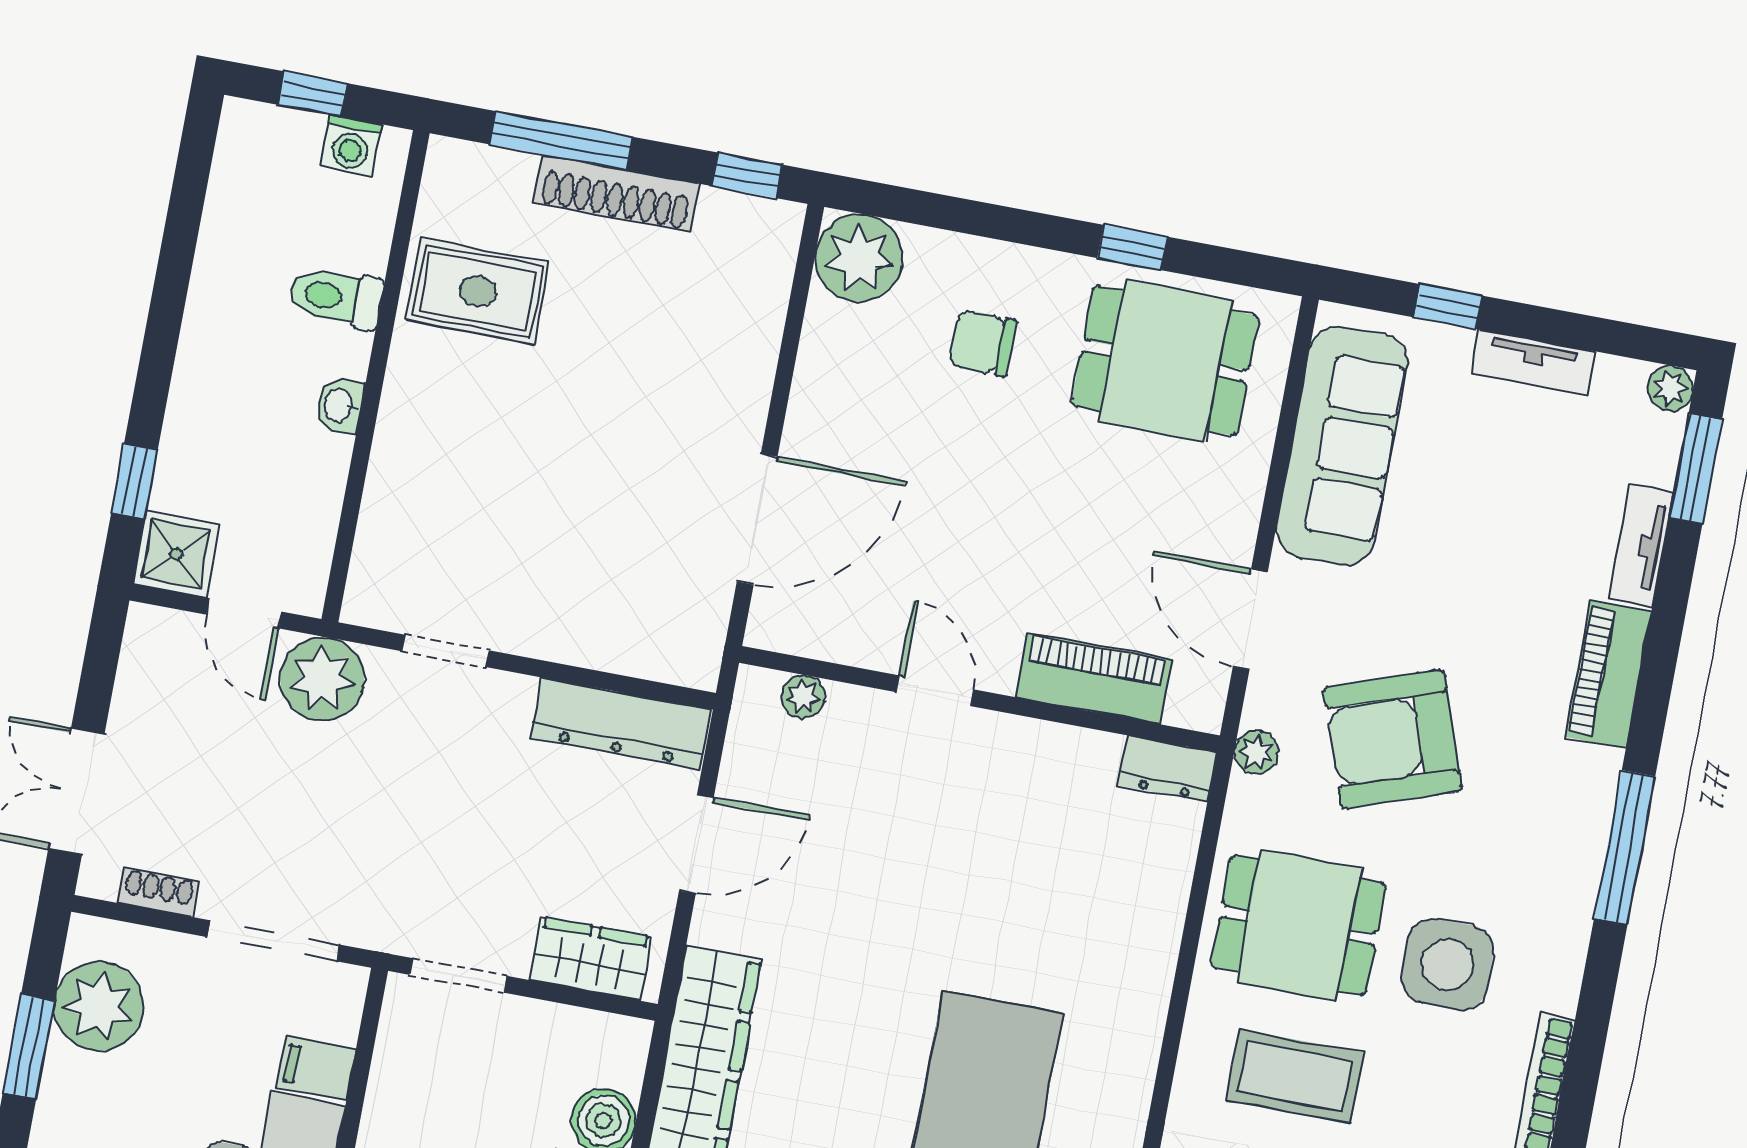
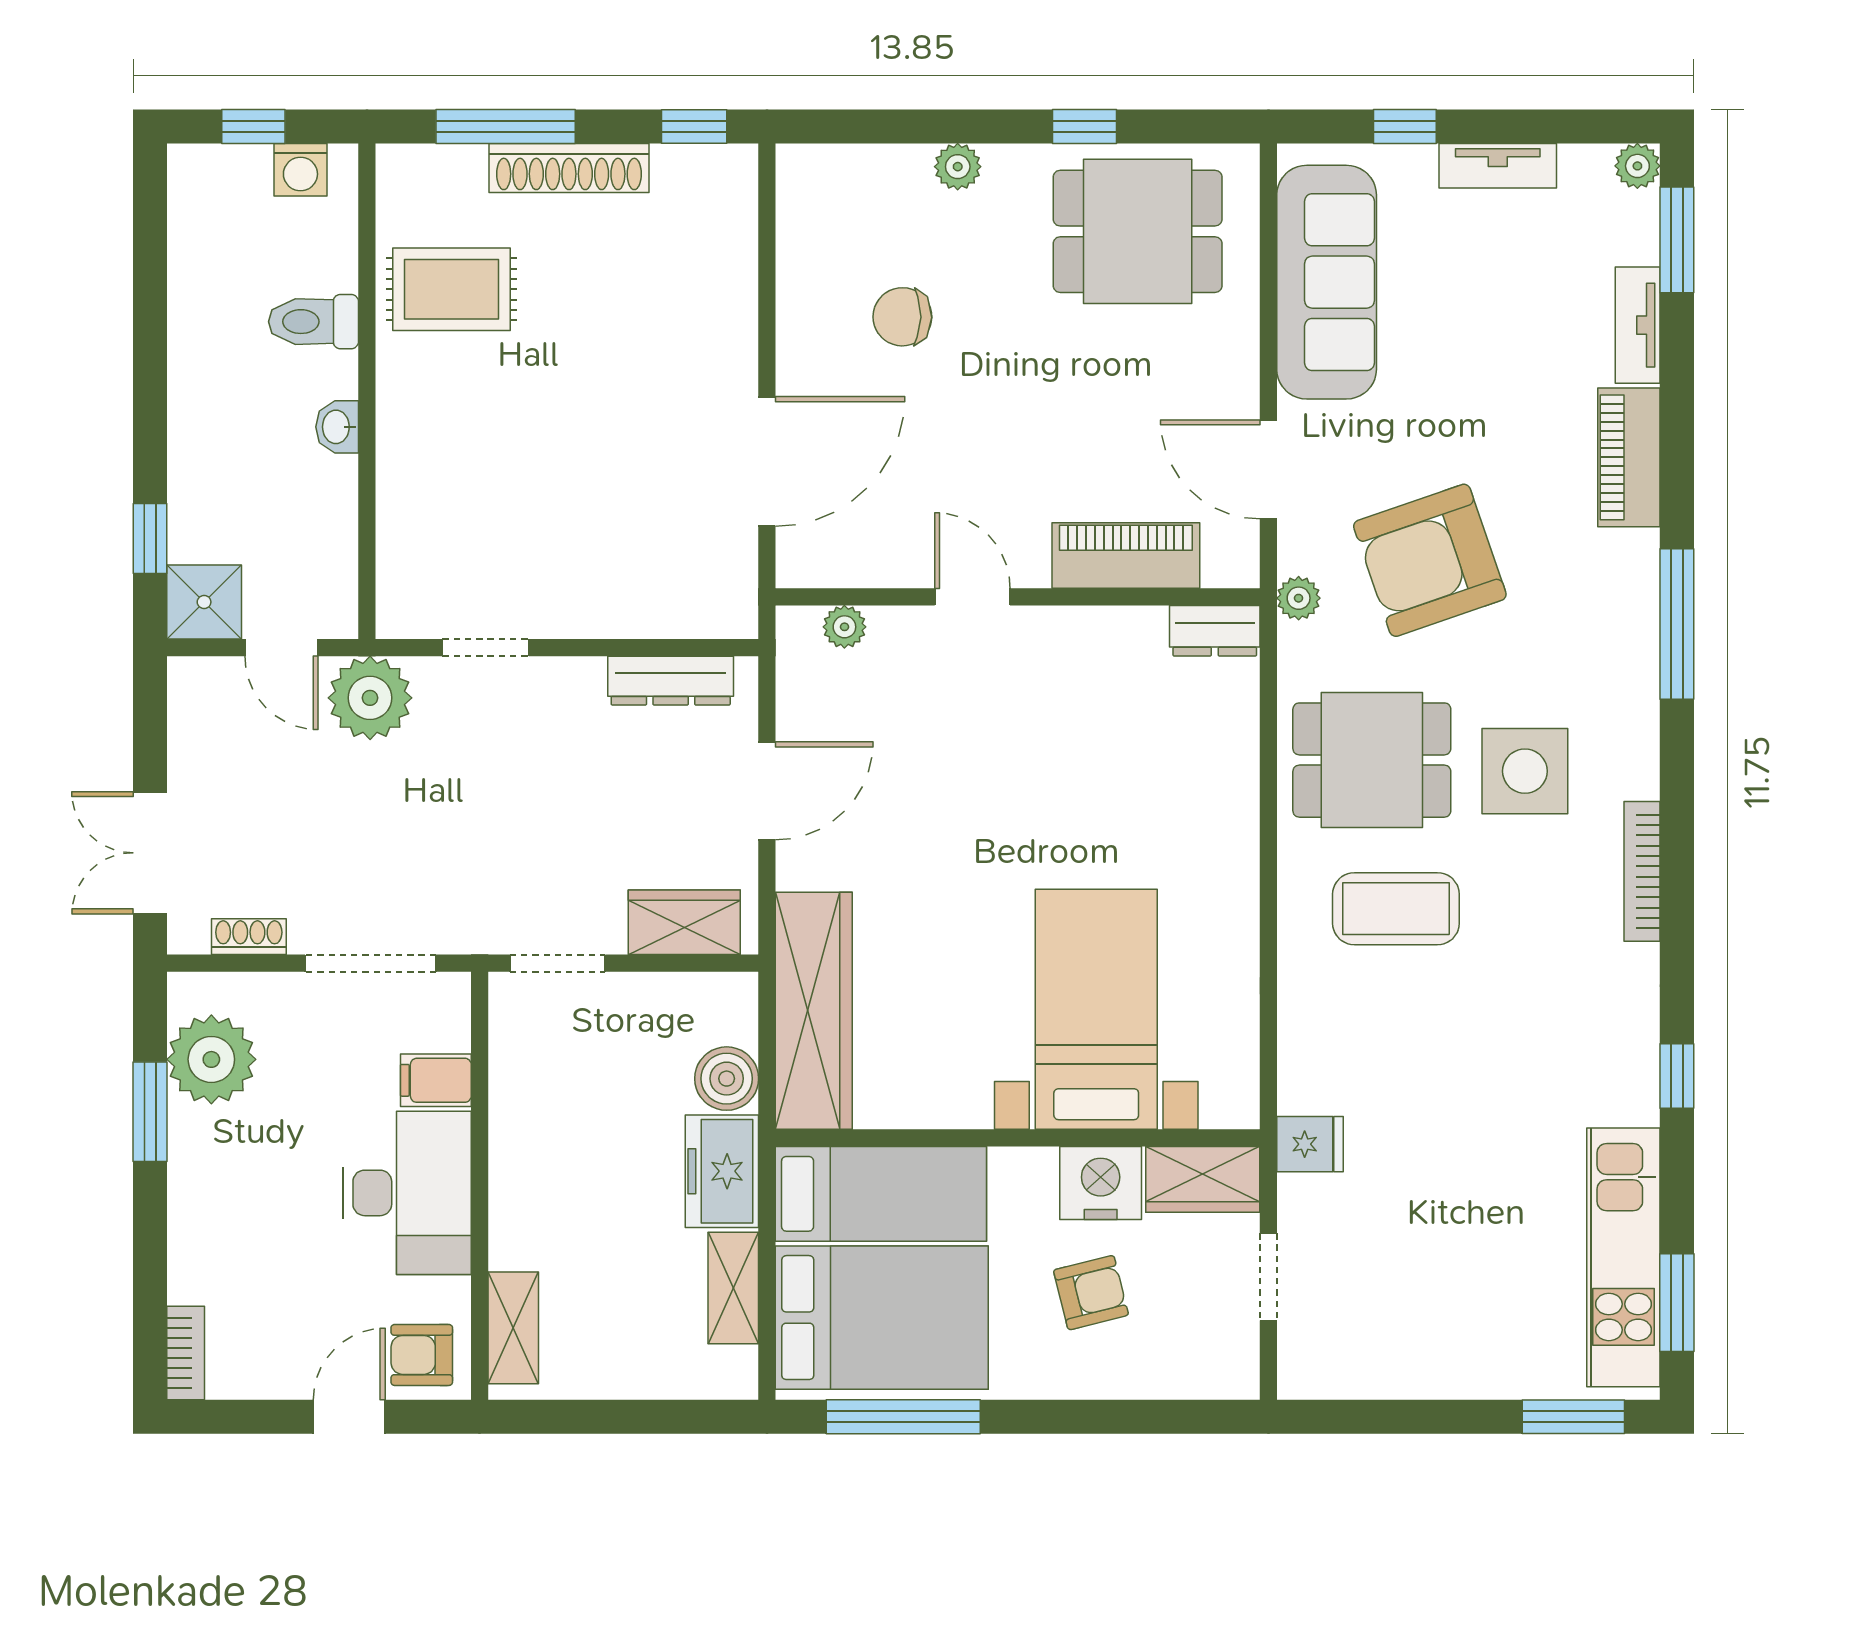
plant: (859, 258) -> (958, 167), moved, width x0.53, depth x0.53
chair: (983, 343) -> (902, 317), moved
dresser: (621, 723) -> (671, 681), width x0.73, depth x0.80

